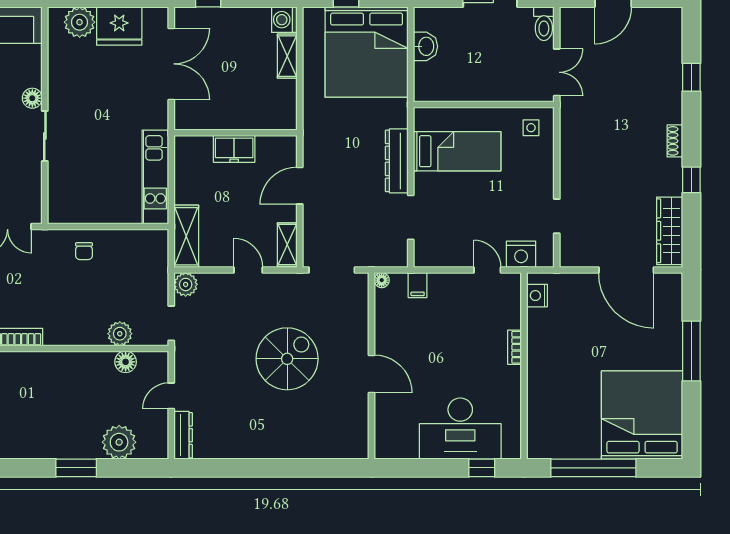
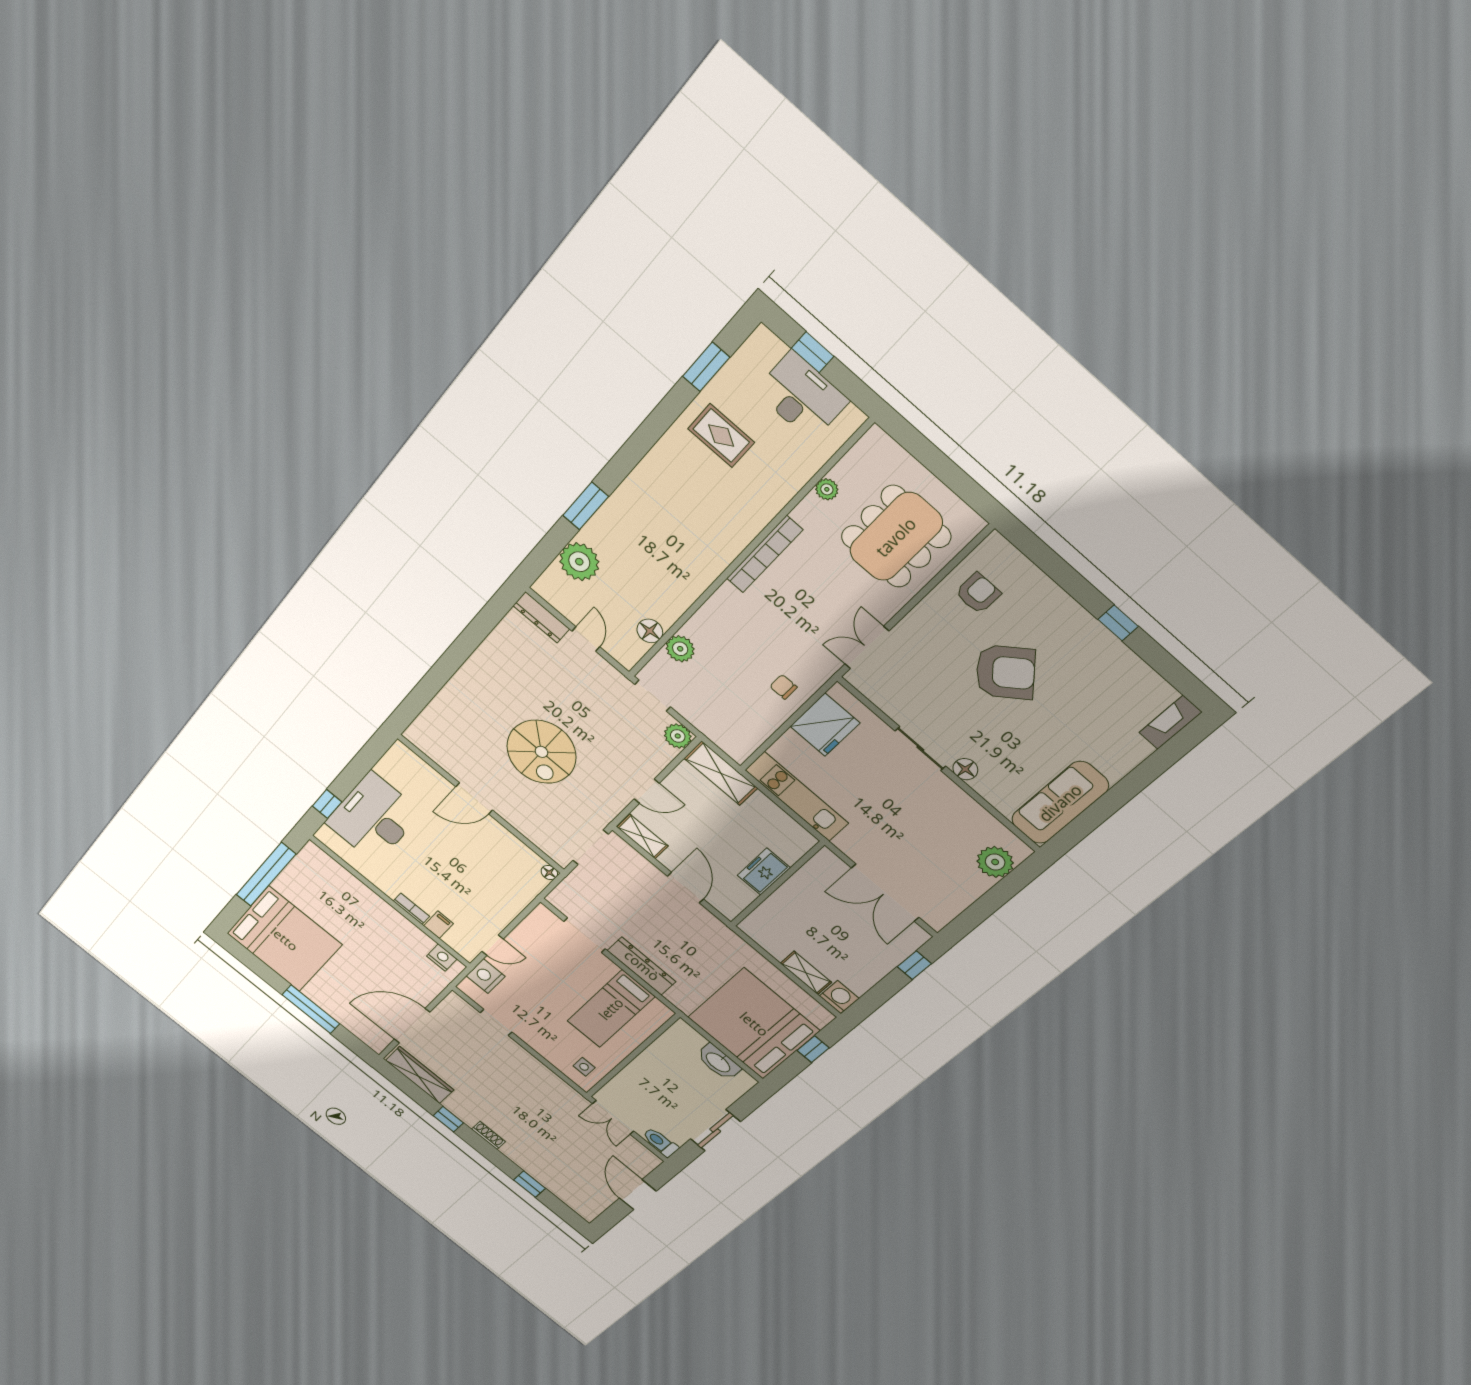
fridge: (119, 26) -> (825, 725), moved, turned 180
washbasin: (425, 46) -> (718, 1062), width x1.38
filing cabinet: (418, 285) -> (438, 925), moved, turned 90

